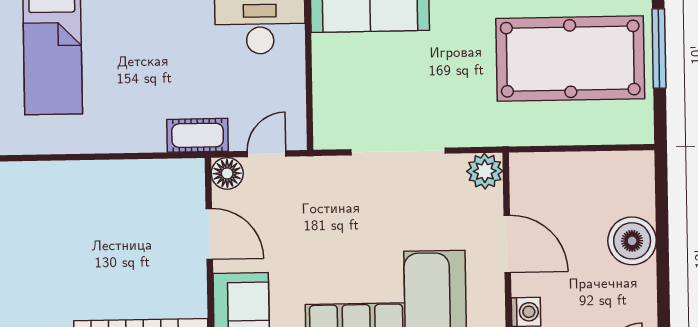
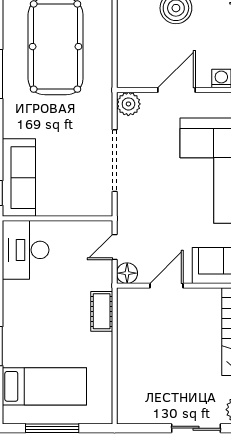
cot: (198, 135) -> (102, 311), moved
door: (267, 154) -> (115, 247), hinge flipped

